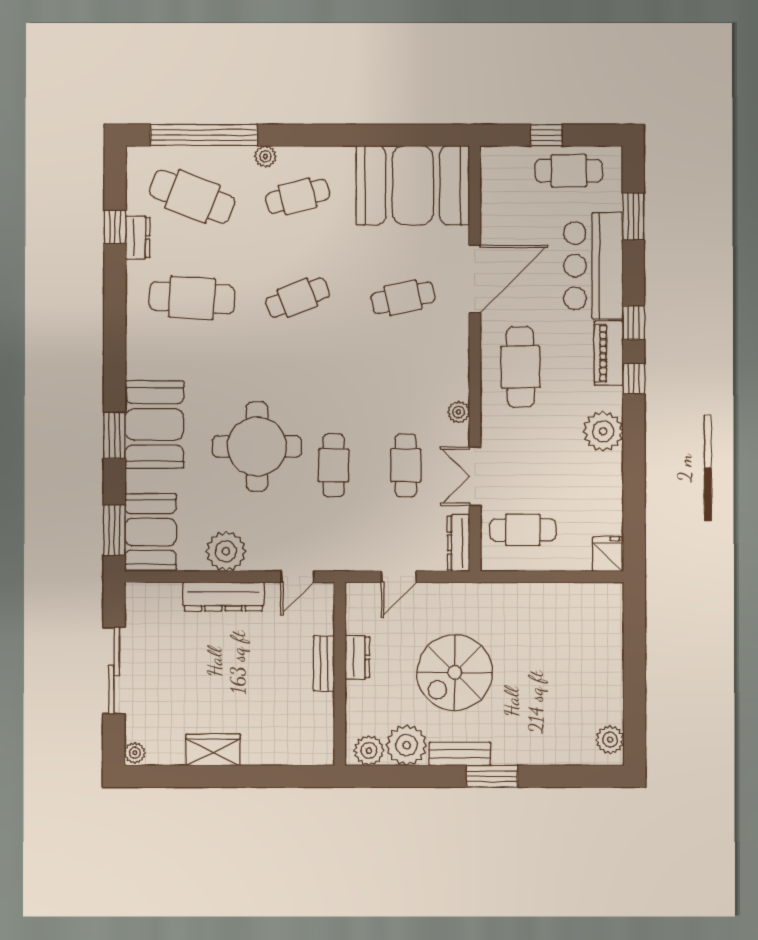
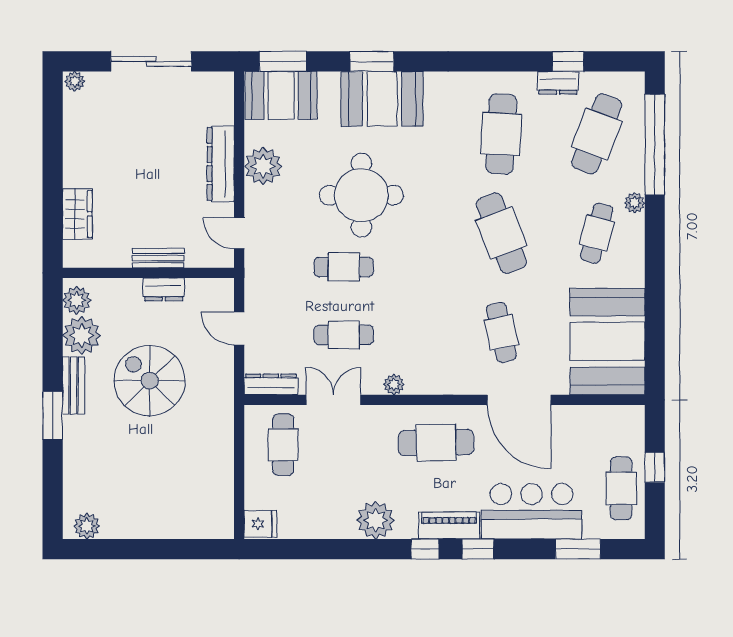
cafe table: (298, 196) -> (597, 233), turned 30
cafe table: (297, 298) -> (501, 233), width x1.37, depth x1.35
wardrobe: (213, 750) -> (77, 214), moved

